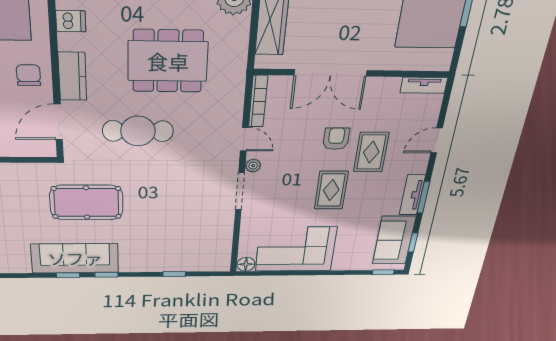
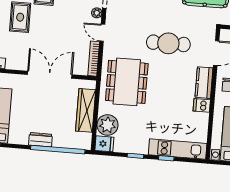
dishwasher: (71, 21) -> (202, 105), moved
dining table: (168, 61) -> (127, 82), moved, turned 90
armchair: (336, 139) -> (44, 29), removed

